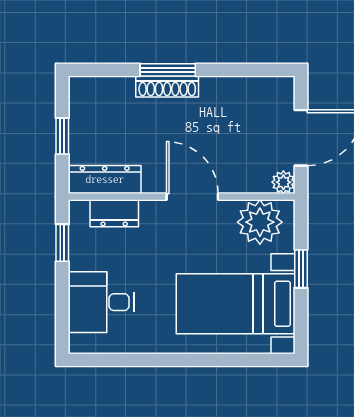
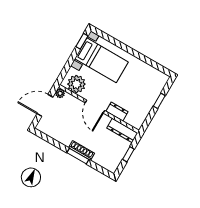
dresser: (114, 213) -> (117, 112), moved
window: (62, 243) -> (159, 101), moved
window: (301, 269) -> (82, 41), moved
desk: (101, 302) -> (148, 88), removed

